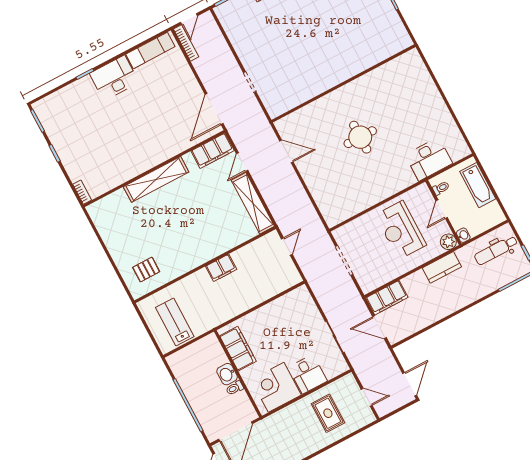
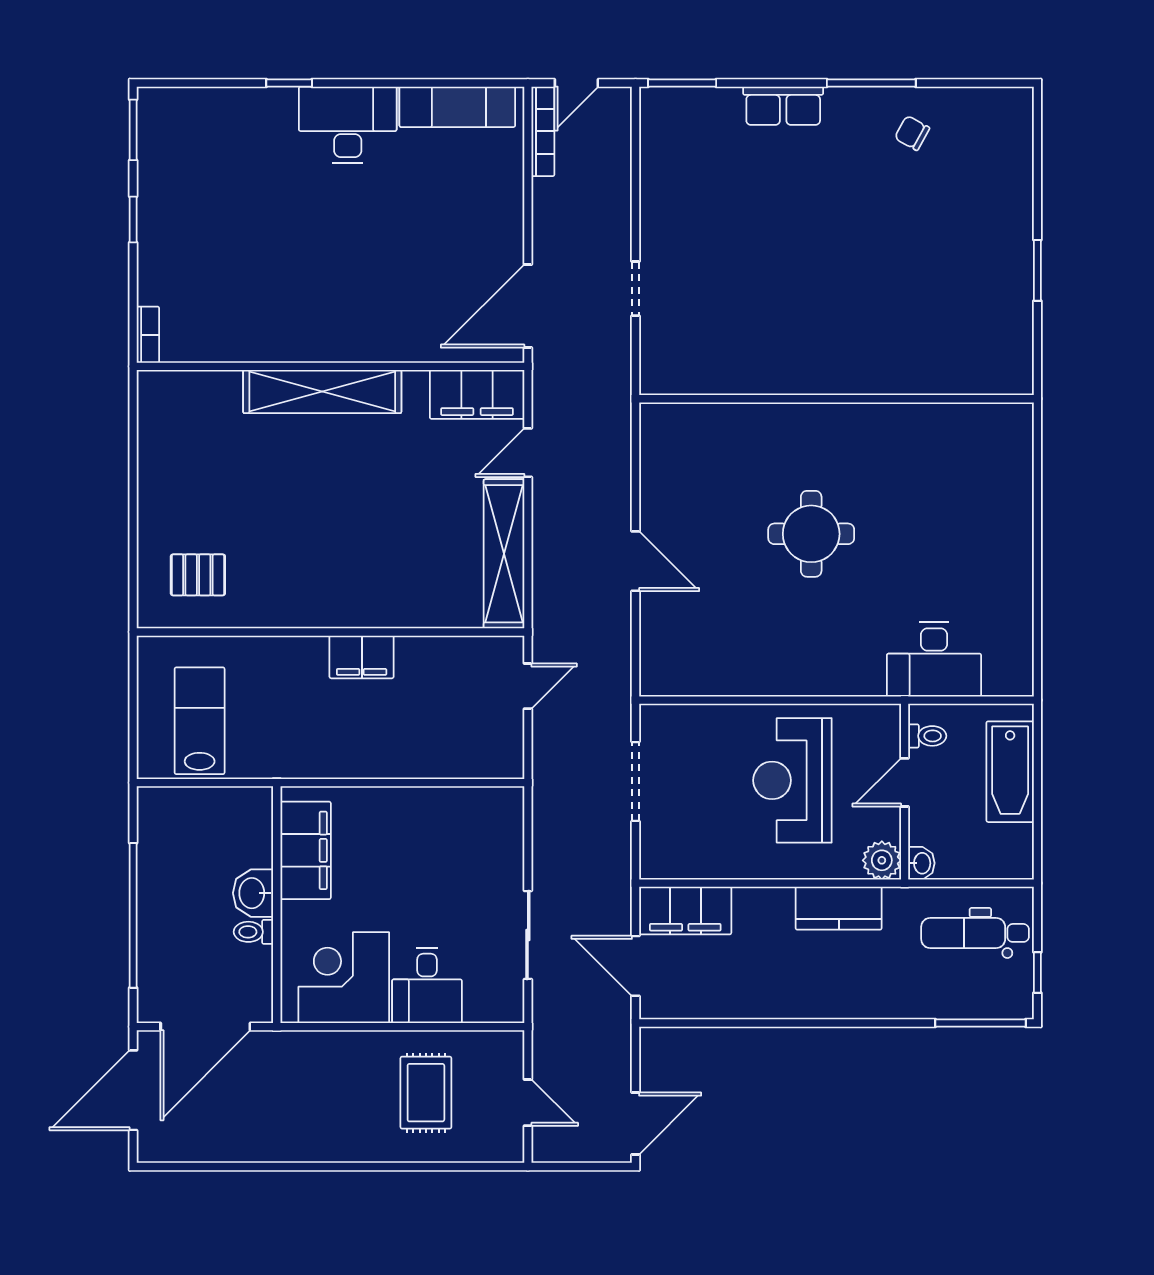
door: (286, 151) -> (635, 561), moved

